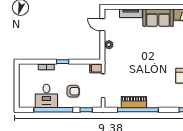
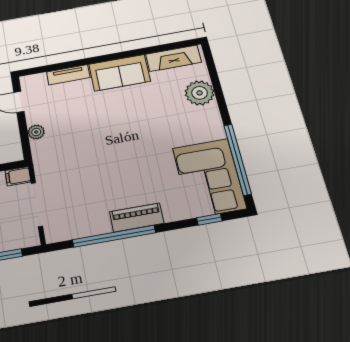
piano: (134, 102) -> (137, 217), moved

